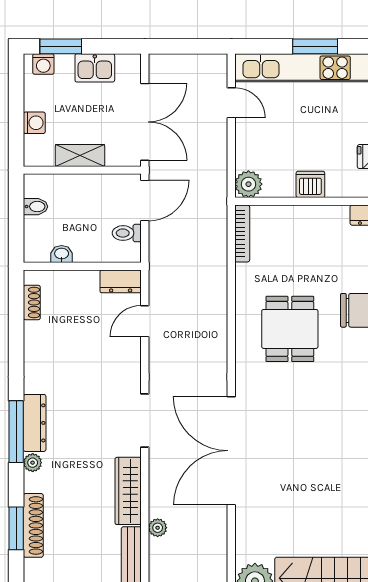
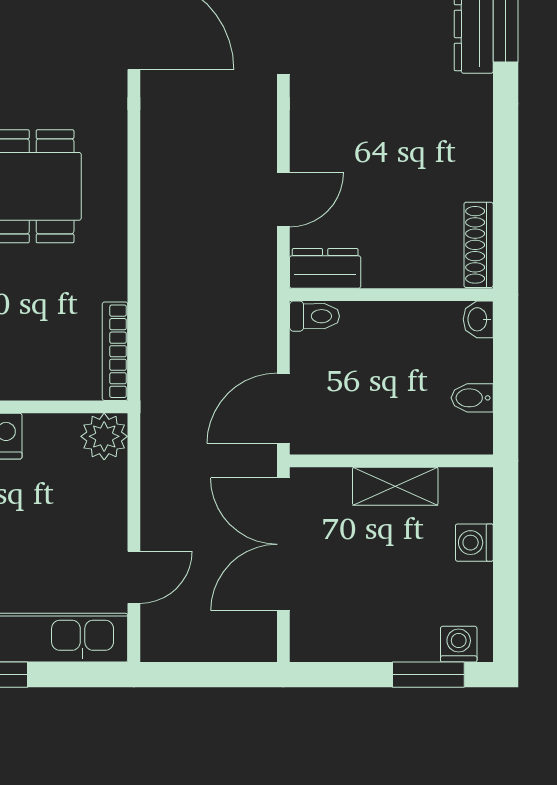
kitchen sink: (95, 68) -> (370, 637), removed
door: (231, 103) -> (134, 577), swing flipped
toilet: (127, 233) -> (314, 316), moved
washbasin: (62, 254) -> (478, 319), moved, turned 90
shoe rack: (32, 302) -> (479, 245), width x1.43

